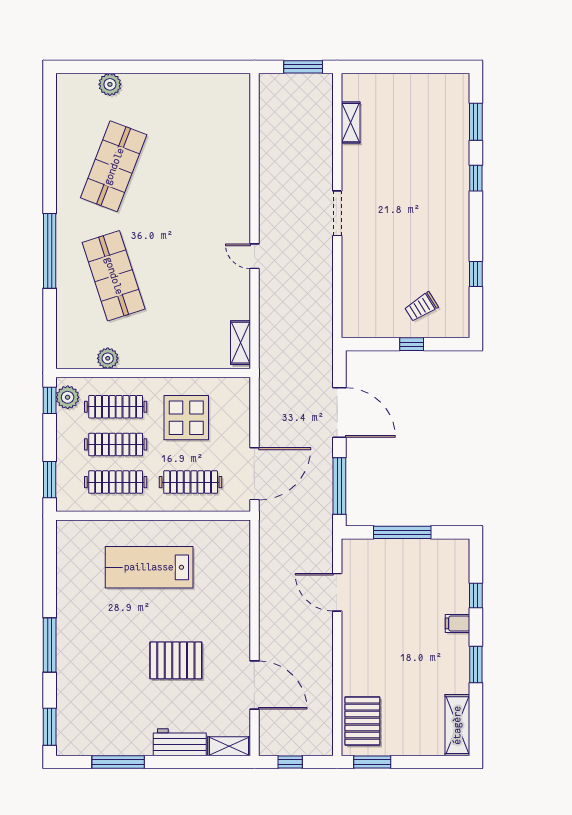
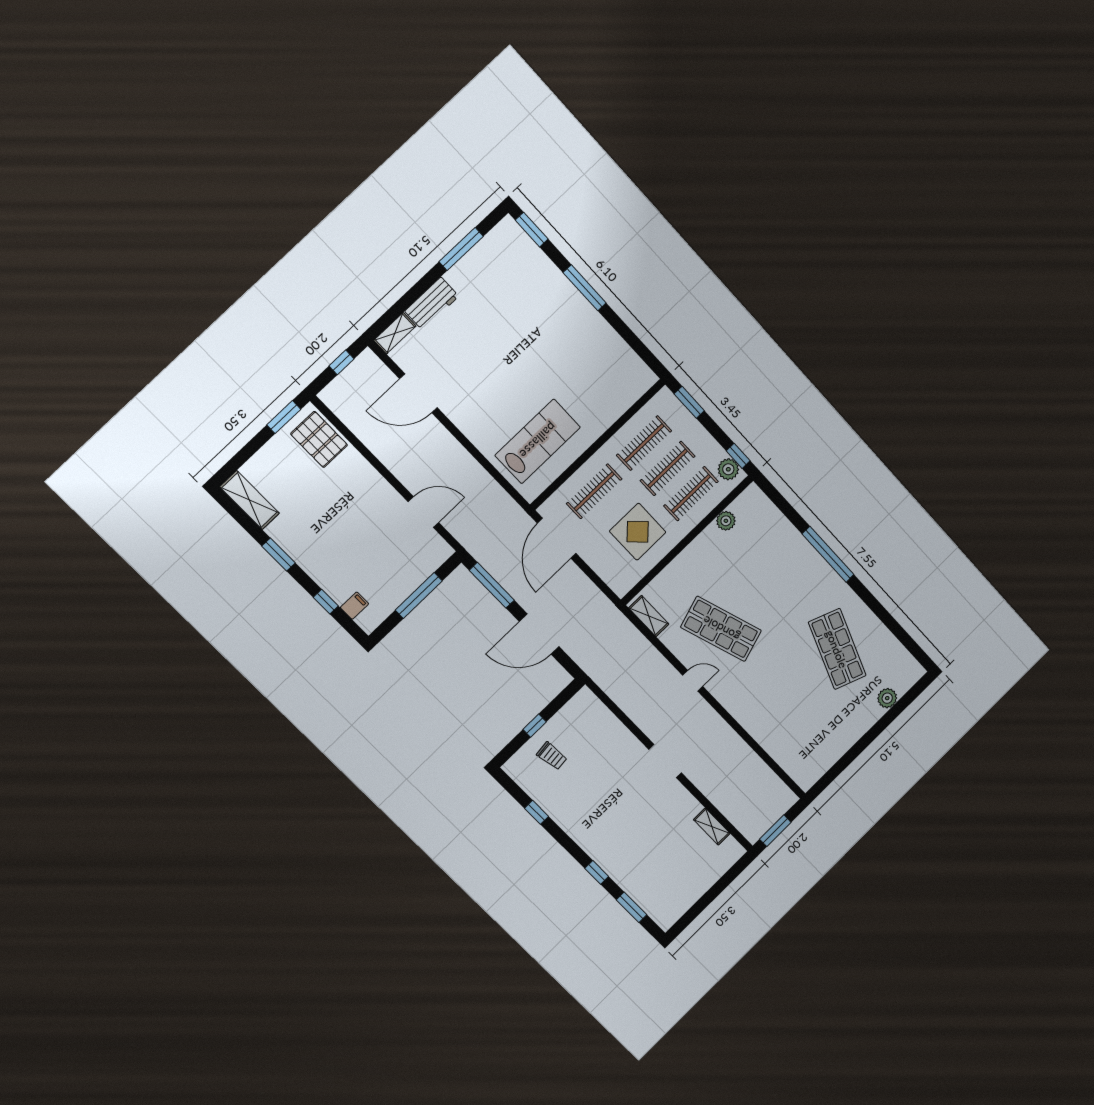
shop shelf: (114, 276) -> (721, 629), moved
trolley: (421, 307) -> (552, 756), turned 115
lab bench: (149, 567) -> (538, 441), moved
filing cabinet: (458, 623) -> (354, 606), moved
pallet: (176, 660) -> (489, 359), removed

